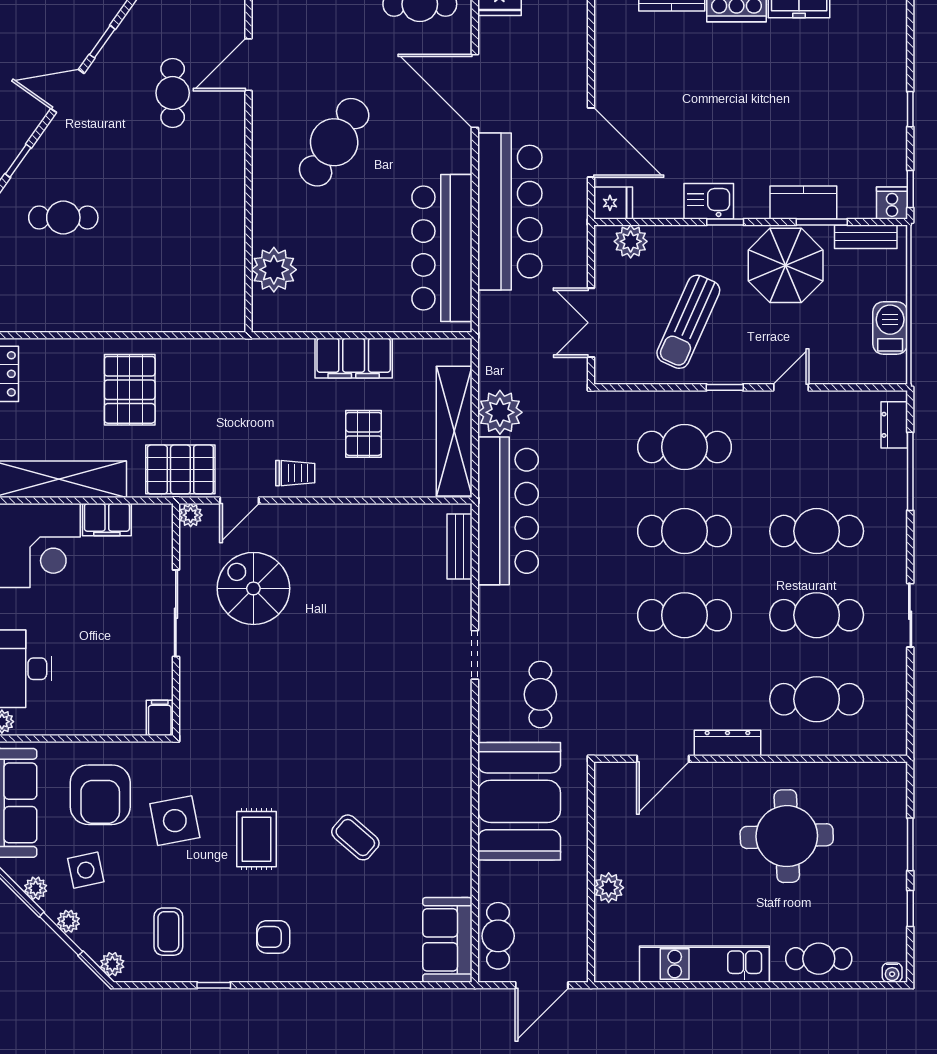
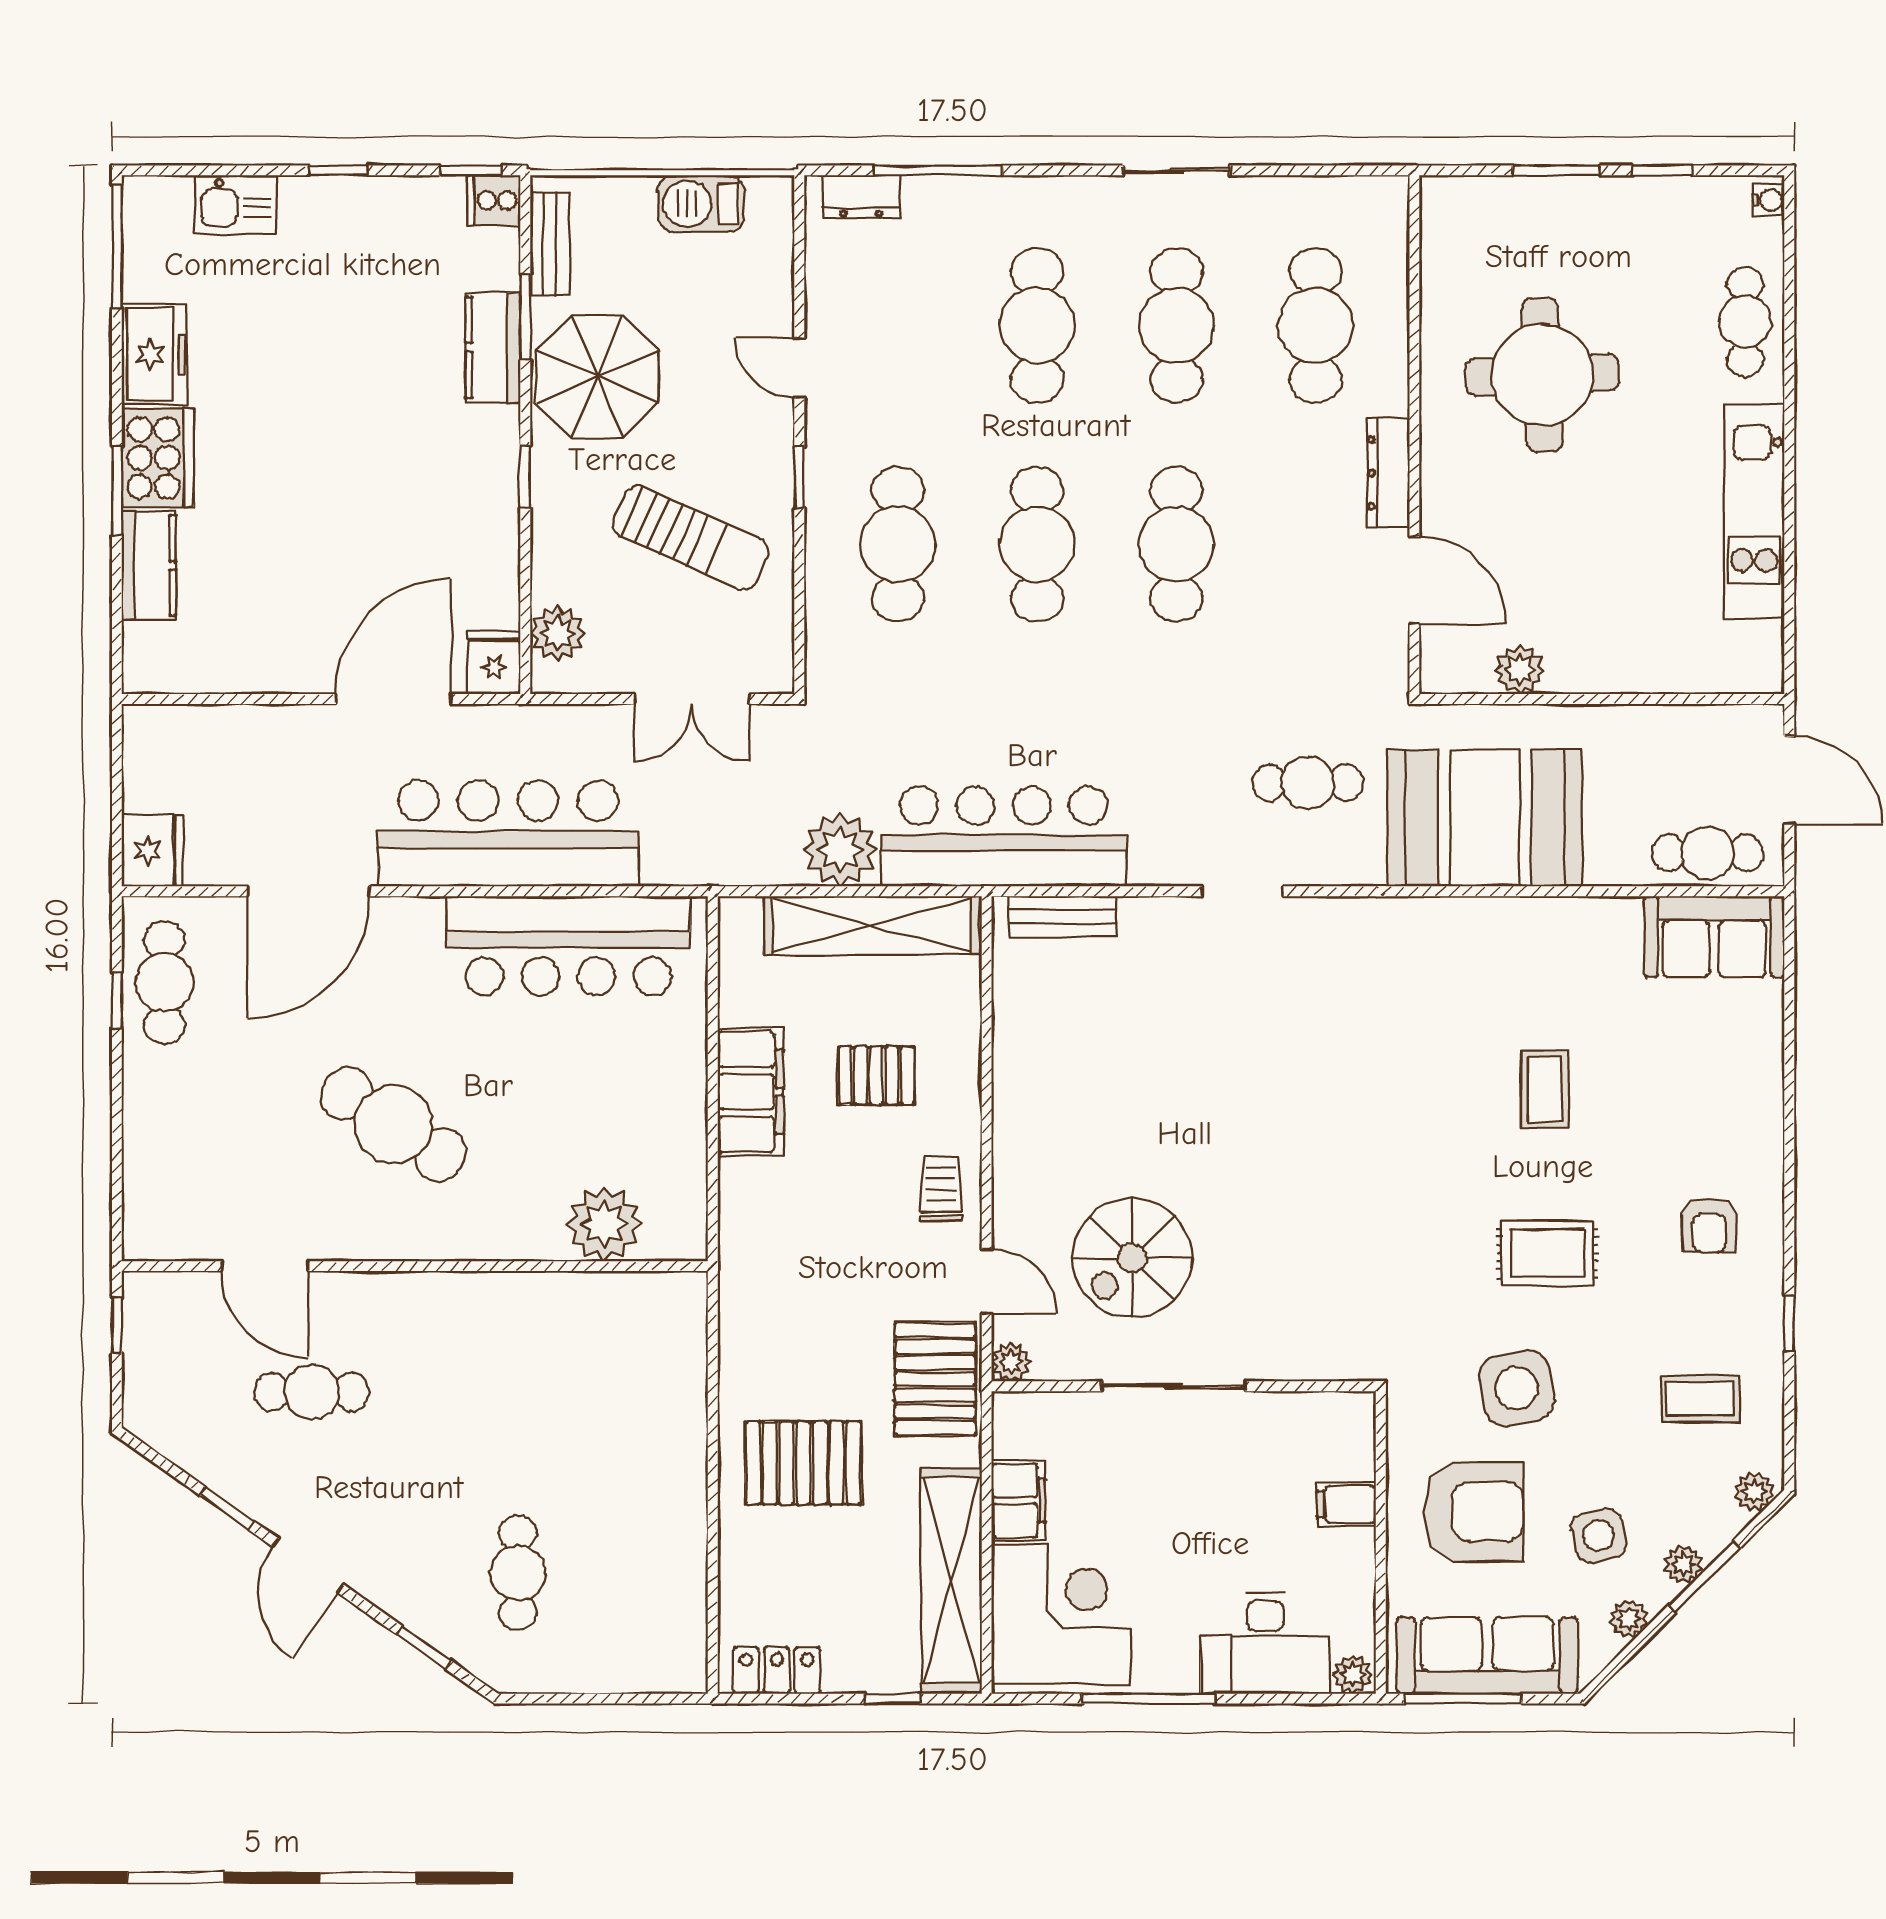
kitchen sink: (709, 201) -> (236, 205), moved, turned -90
filing cabinet: (160, 718) -> (1346, 1504), moved
coffee table: (355, 837) -> (1545, 1089), turned -41
plant: (609, 888) -> (1520, 670), moved

